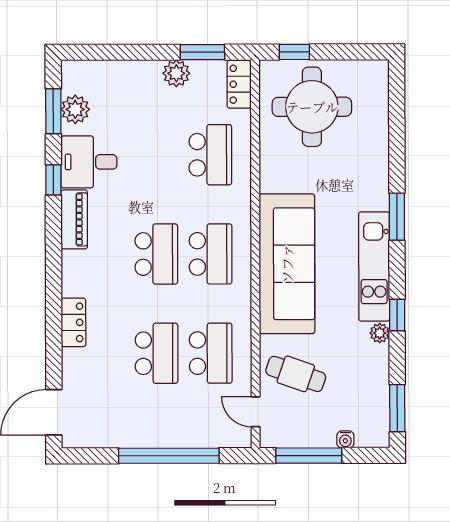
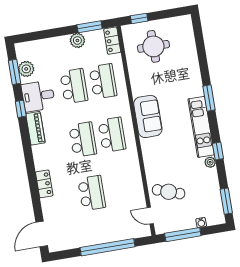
round table: (312, 107) -> (153, 46), width x0.73, depth x0.73
sofa: (287, 264) -> (148, 116), width x0.54, depth x0.79
school desk: (211, 353) -> (74, 86), moved

